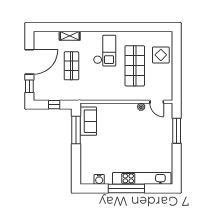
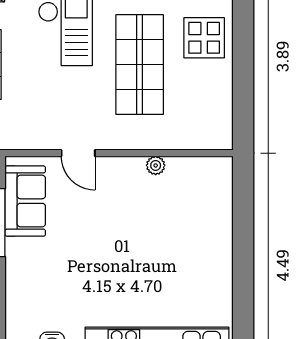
door: (157, 102) -> (78, 153), moved
window: (177, 131) -> (243, 225), removed

